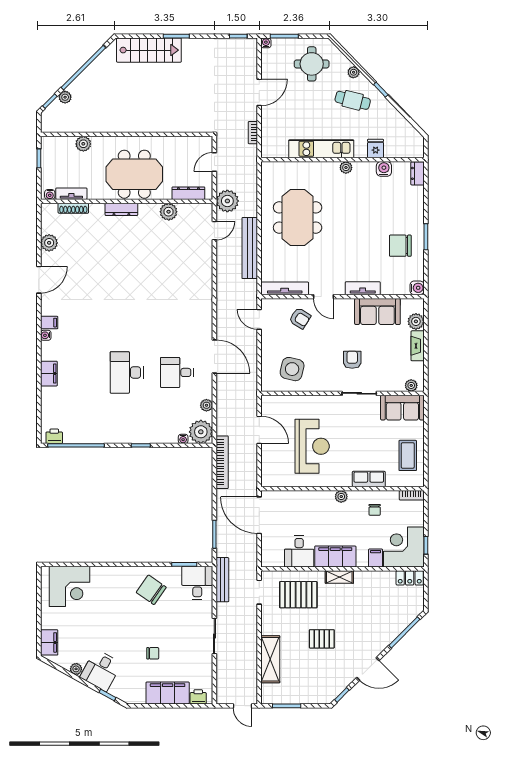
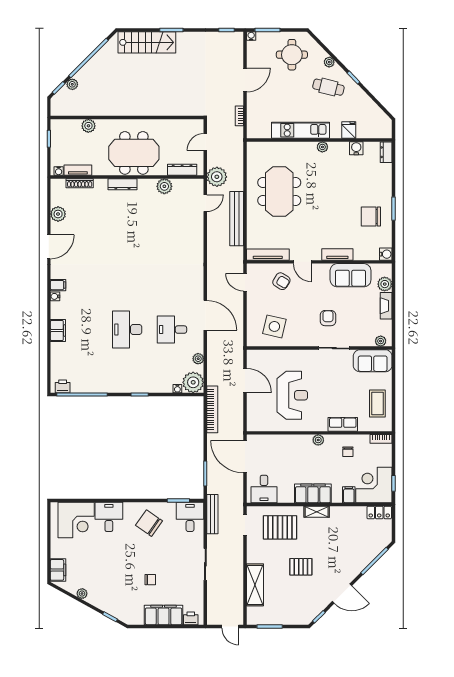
desk: (299, 552) -> (264, 489), moved
desk: (101, 670) -> (109, 517), moved, turned 151

